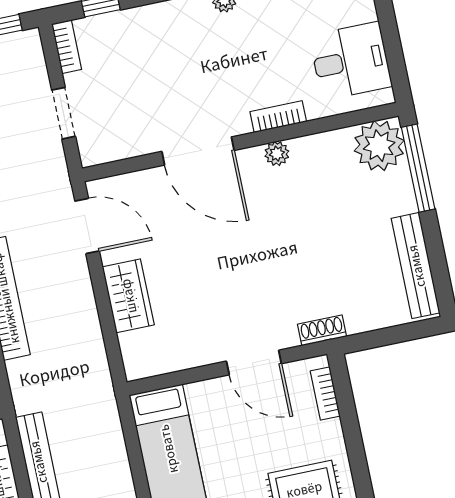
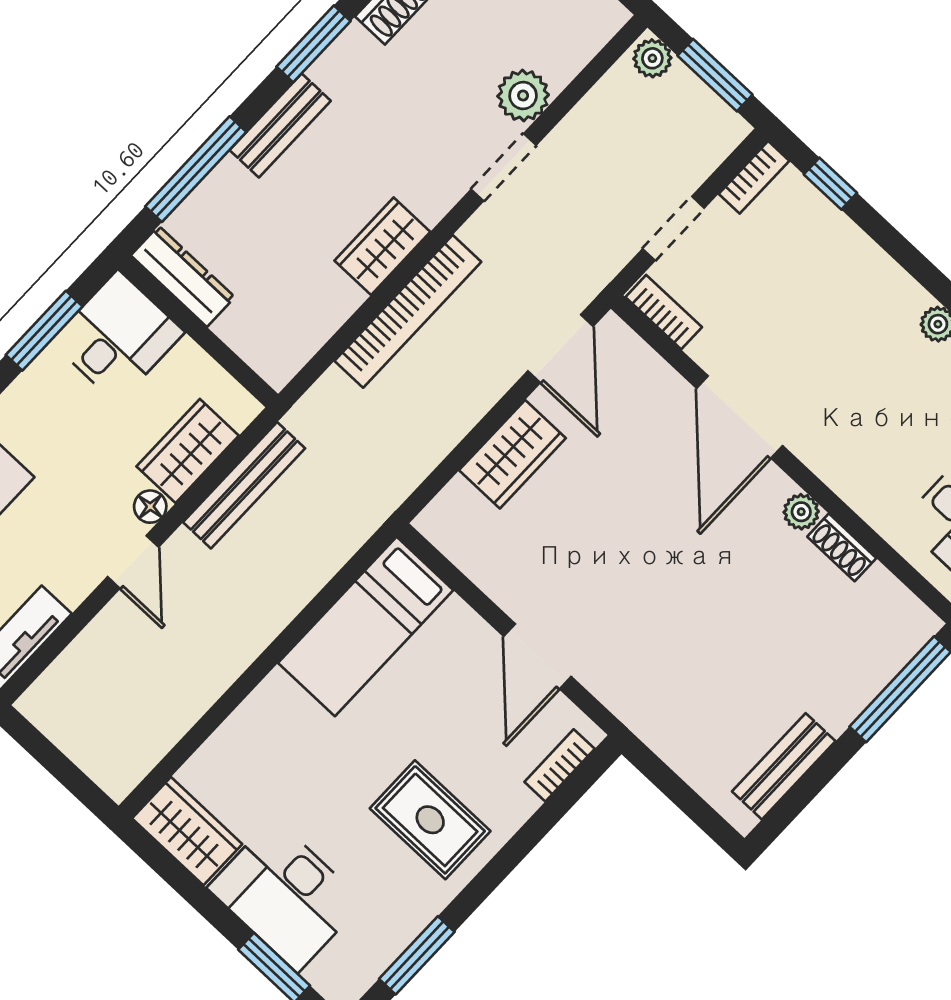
bookcase: (278, 117) -> (664, 312), moved
plant: (379, 146) -> (894, 625), removed
bench: (416, 266) -> (784, 766), width x0.73
shoe rack: (322, 330) -> (842, 547), moved, turned 180

